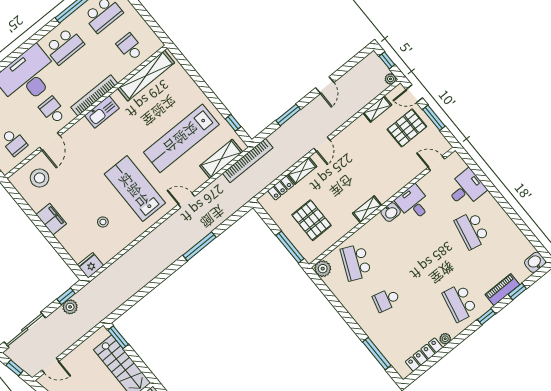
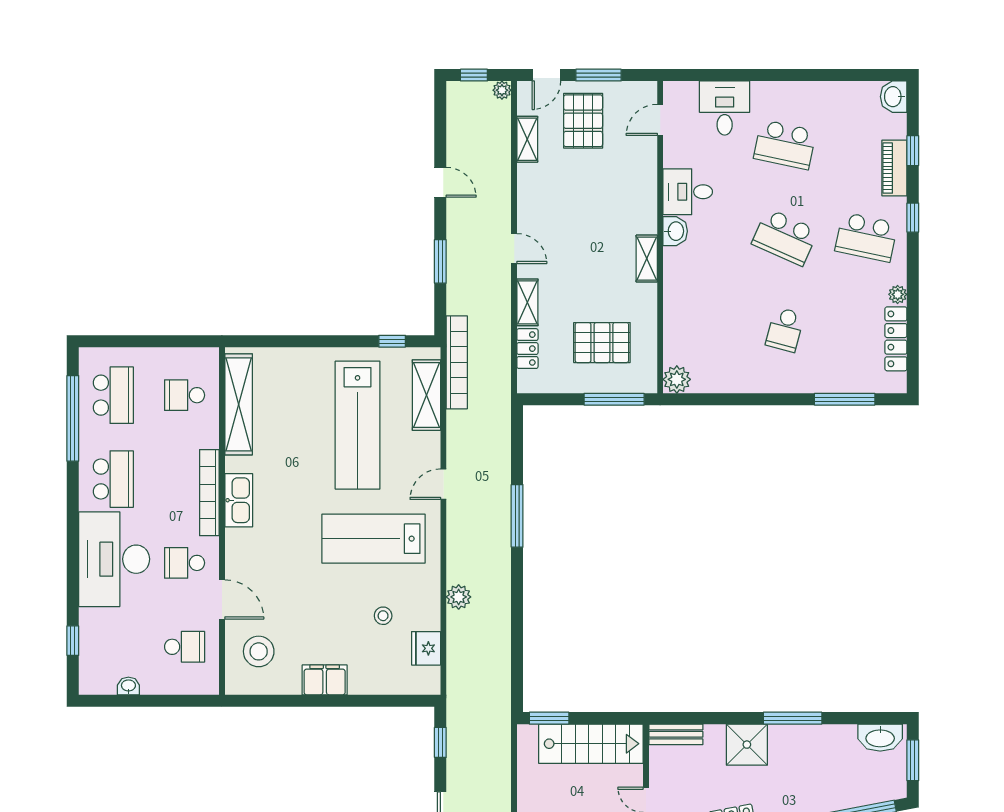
school desk: (356, 262) -> (785, 237), moved
fridge: (90, 265) -> (426, 648), moved
plant: (70, 307) -> (459, 597), moved

